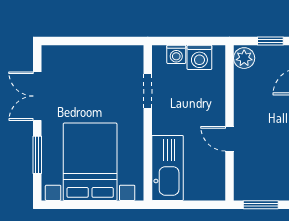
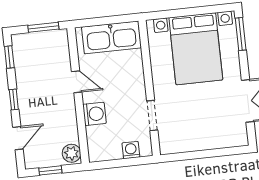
washing machine: (199, 57) -> (94, 114), moved, turned 90
window: (37, 155) -> (241, 34), moved
kitchen sink: (168, 168) -> (111, 37), moved, turned -90

